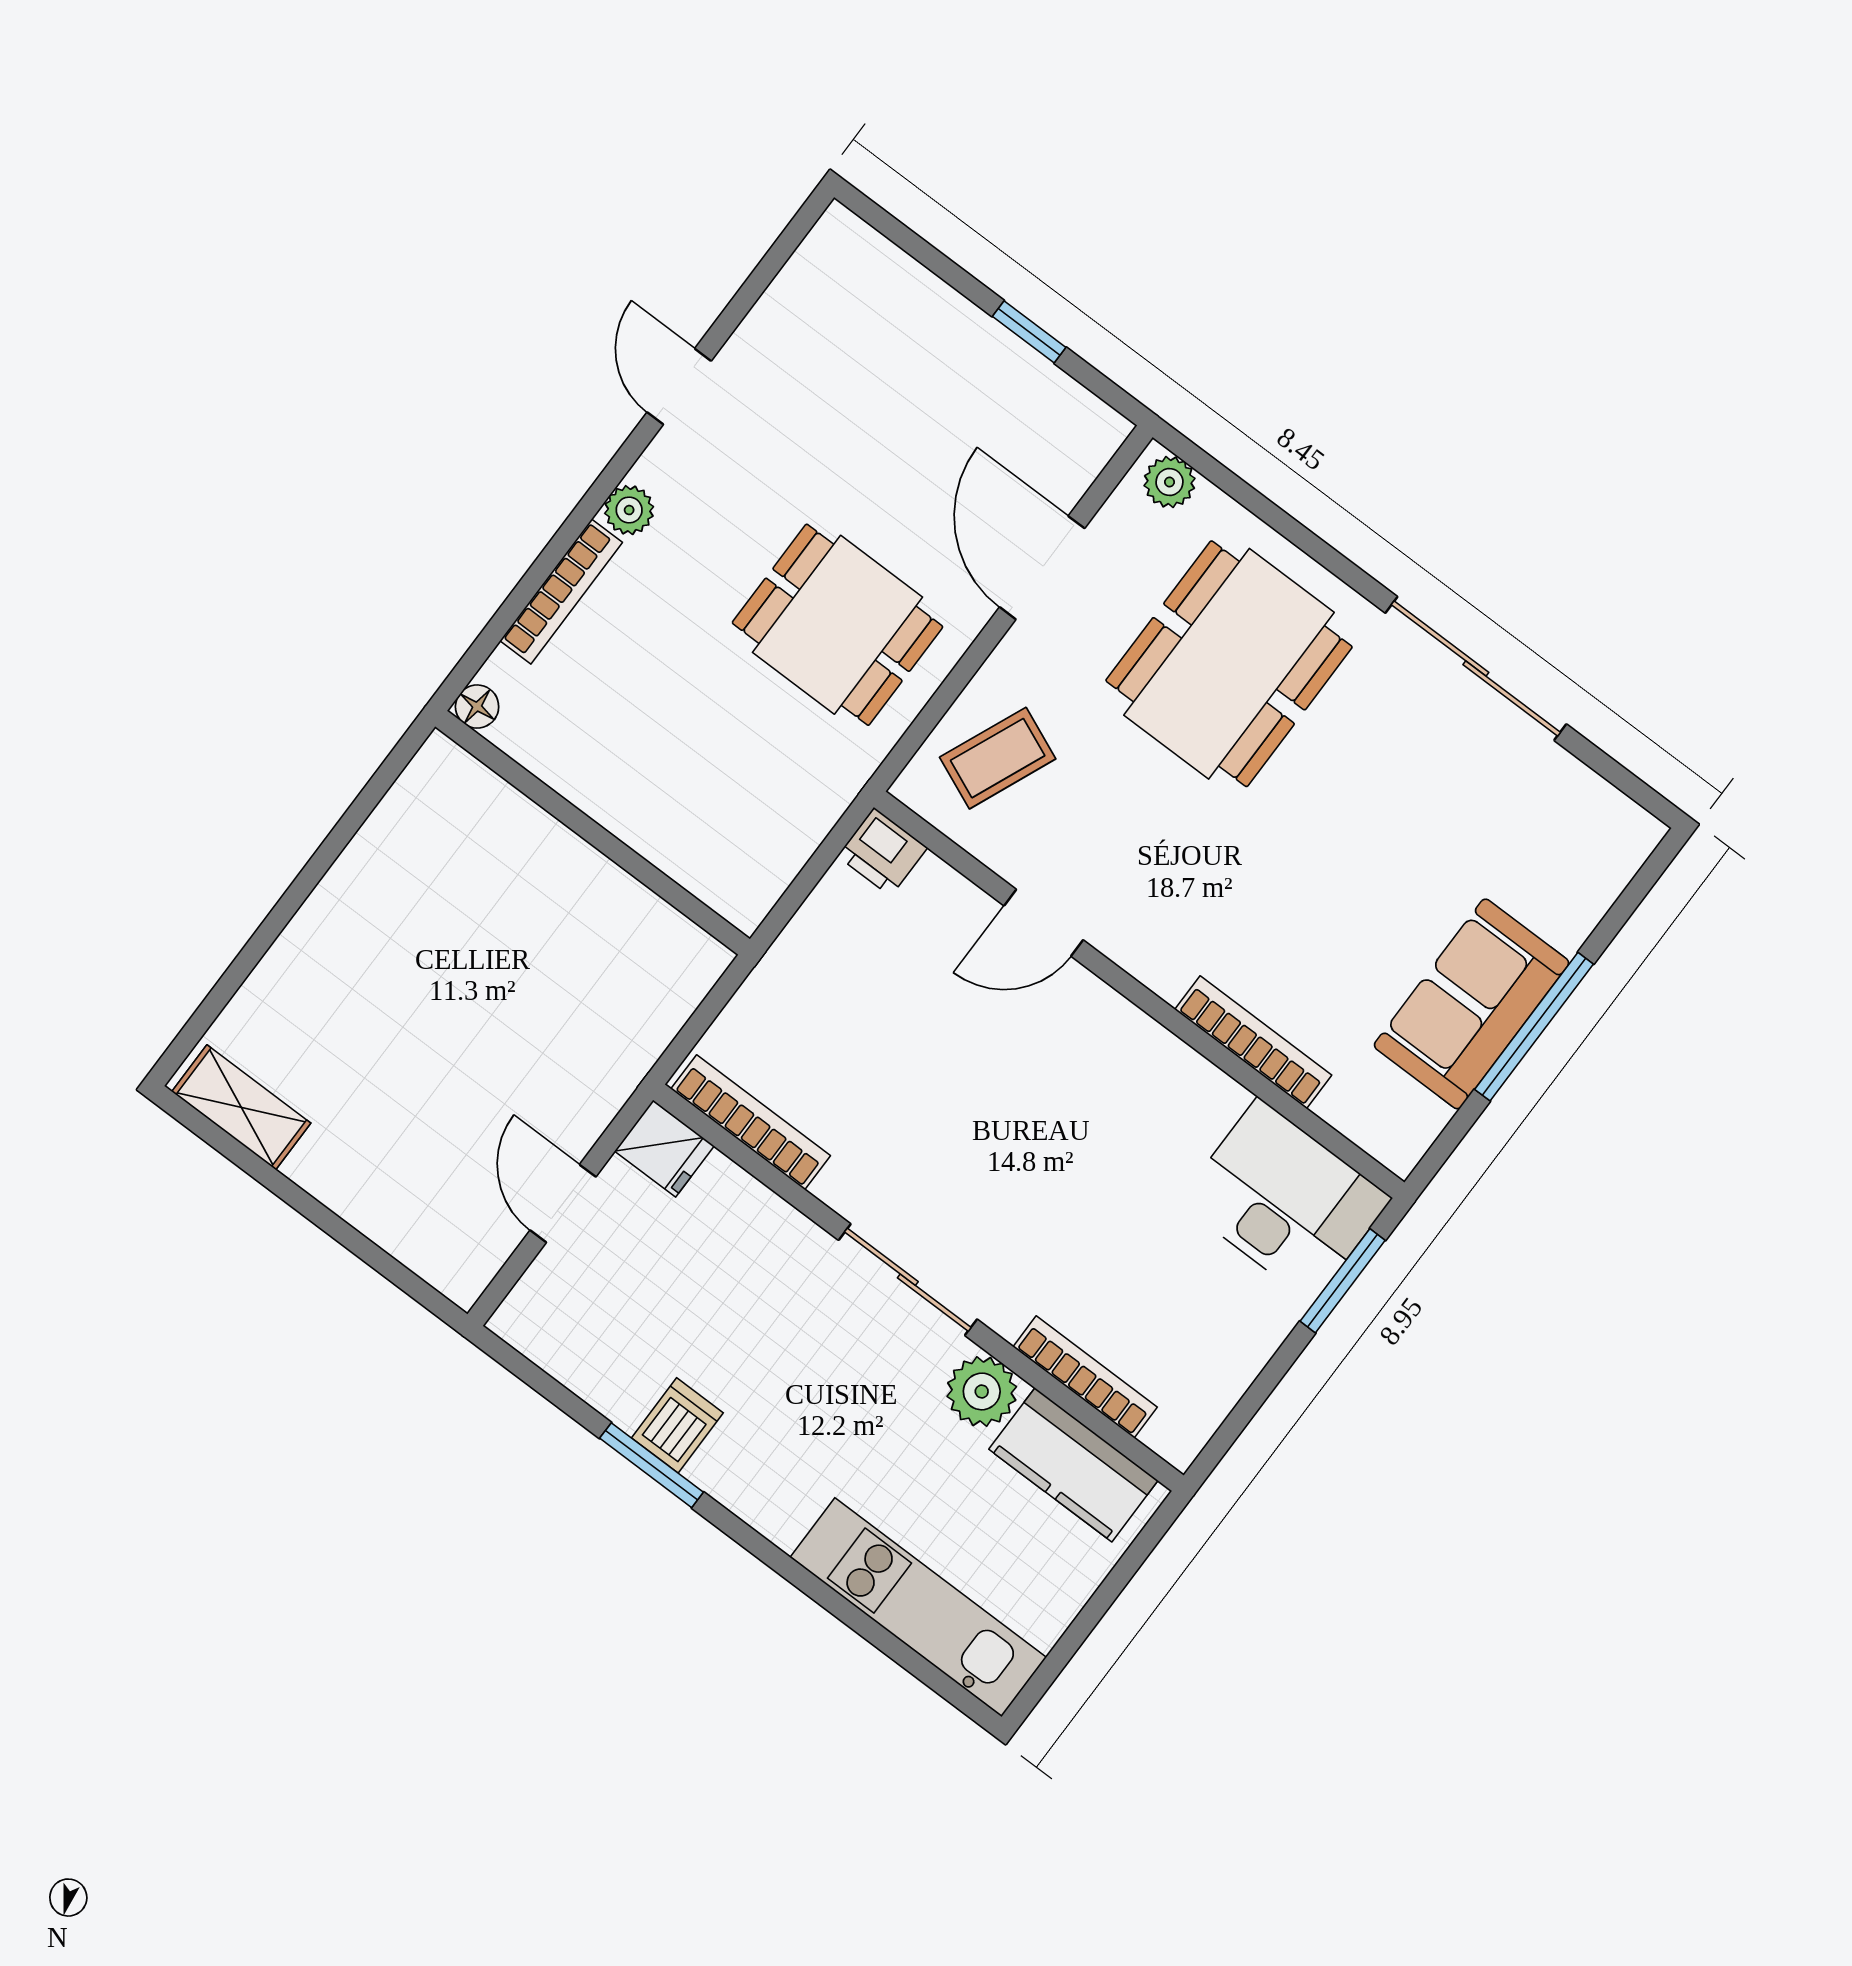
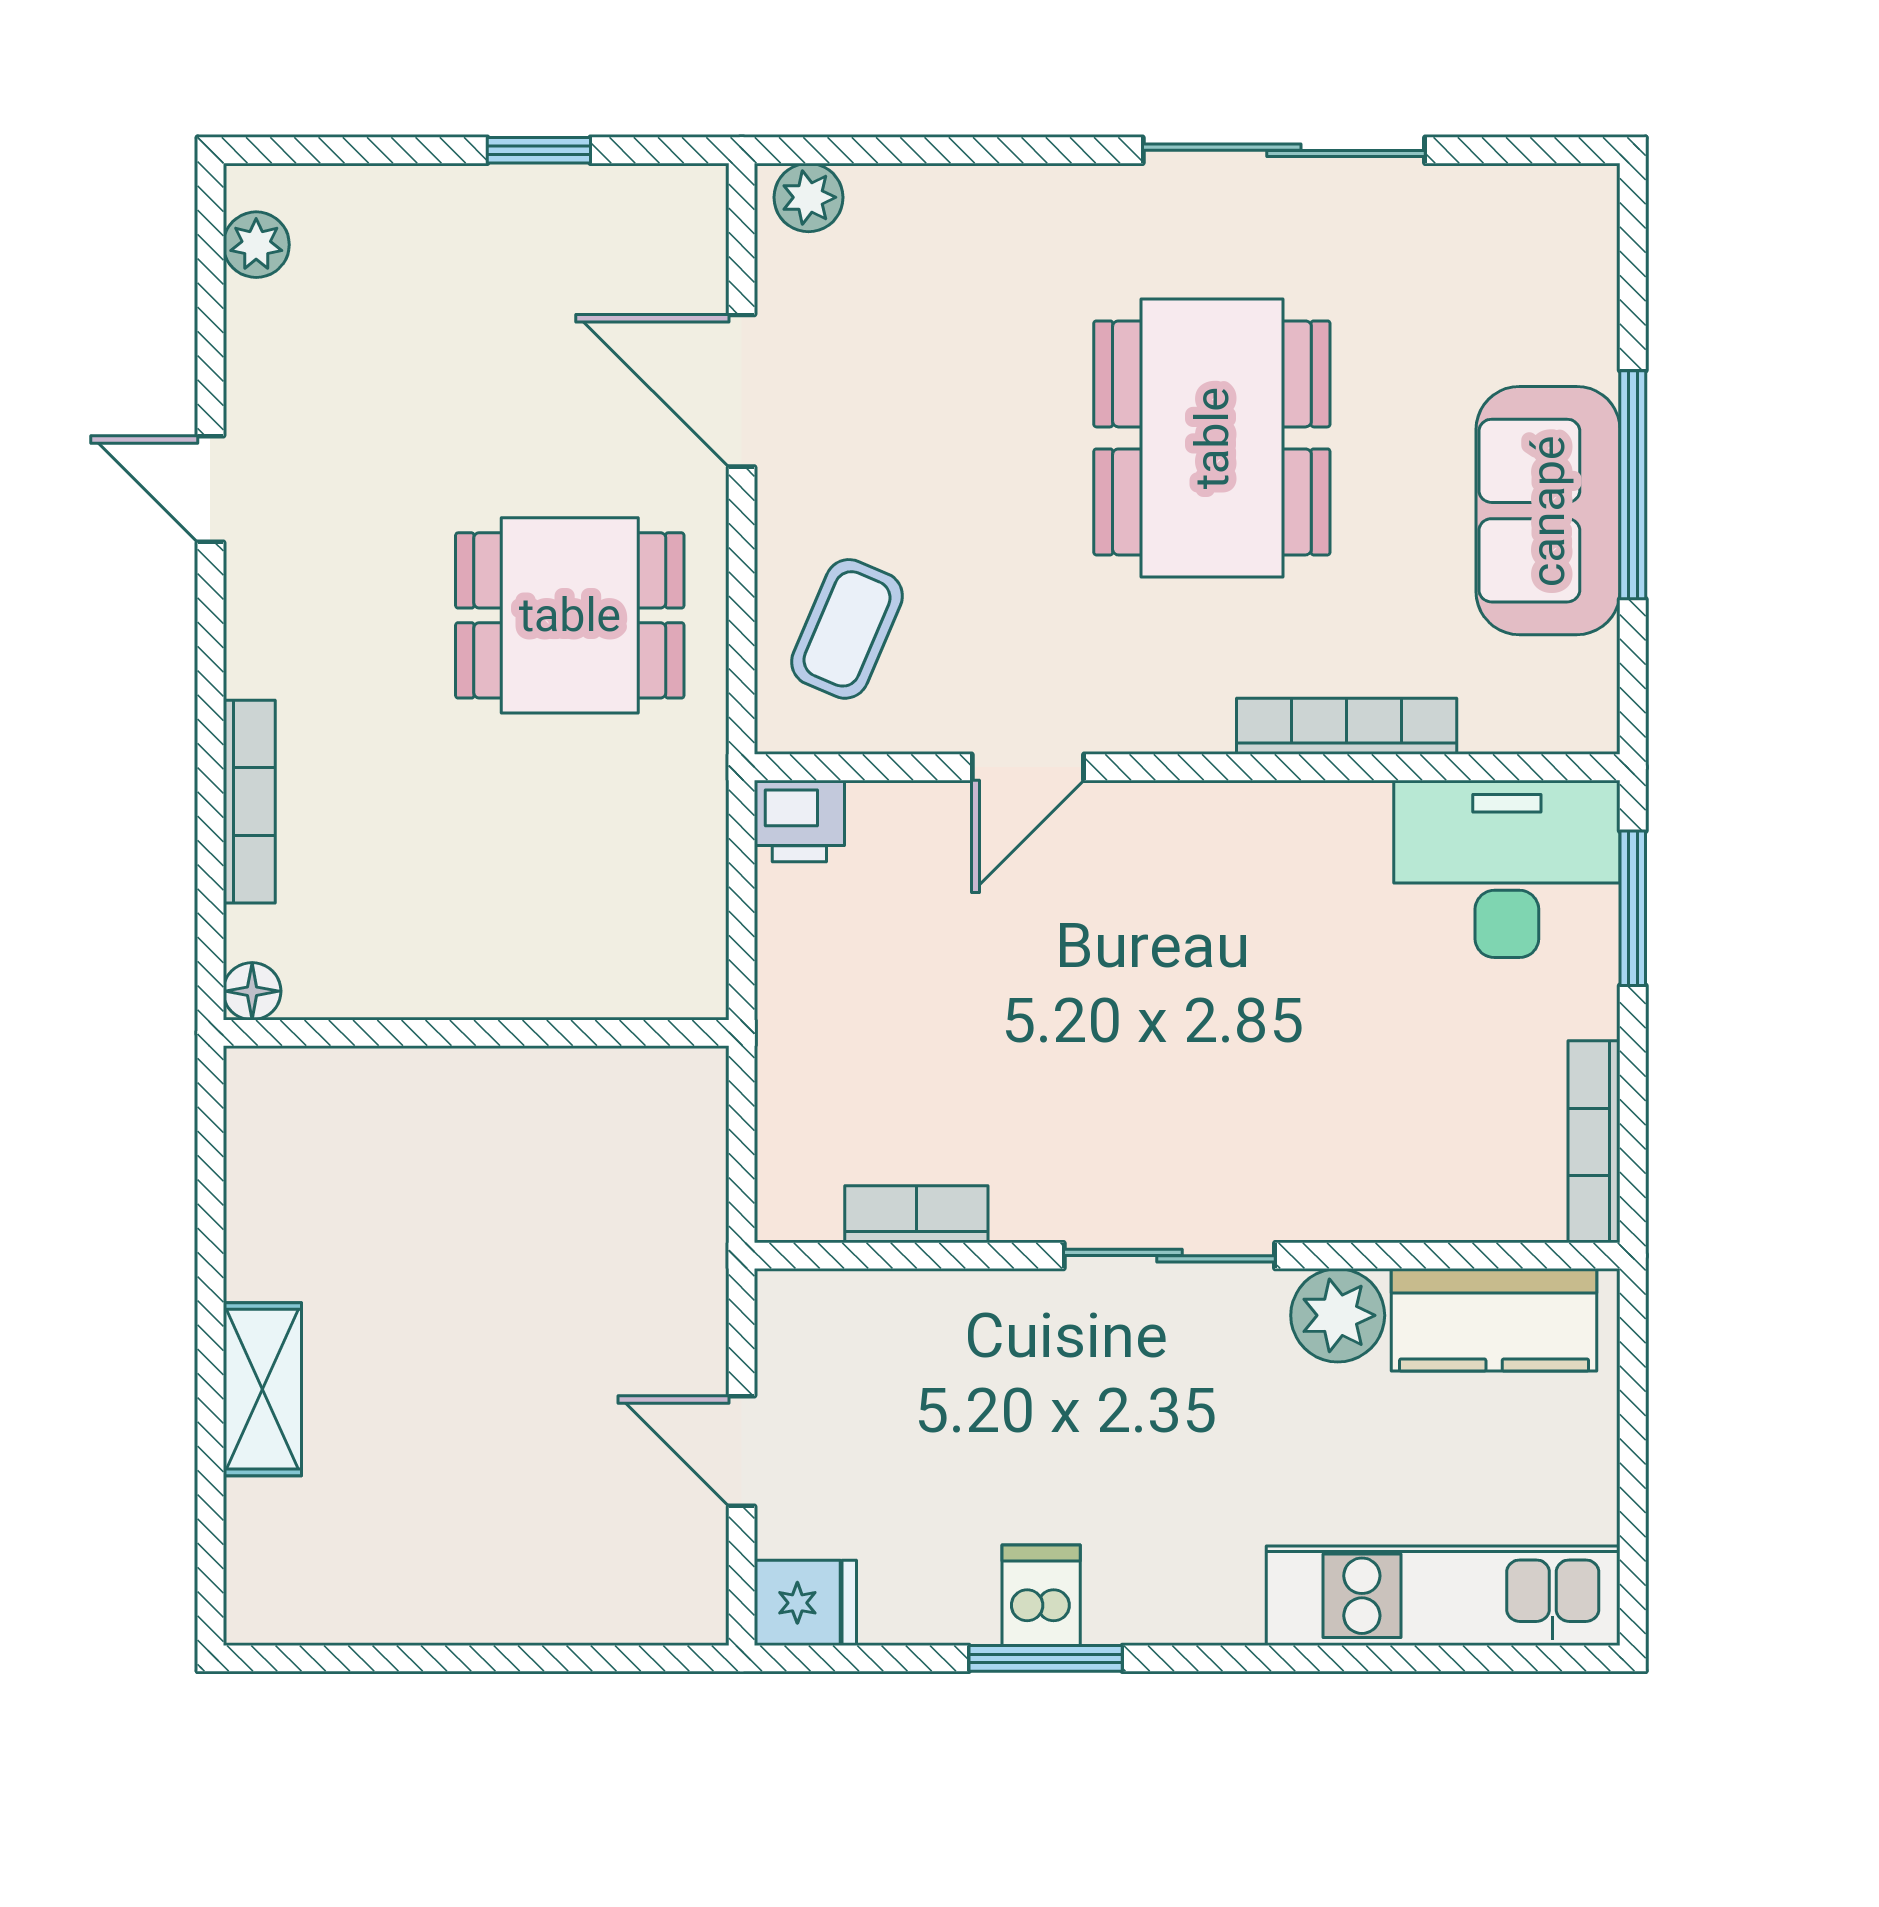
plant: (629, 510) -> (256, 245), moved
dining table: (1229, 664) -> (1212, 438), moved
shelving: (241, 1107) -> (262, 1389), moved, turned 90
bookcase: (751, 1122) -> (916, 1214), width x0.64
fridge: (664, 1149) -> (805, 1603), moved
bookcase: (1085, 1377) -> (1594, 1142), moved, turned -90

